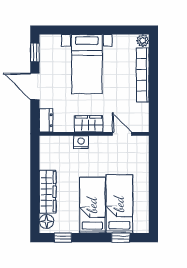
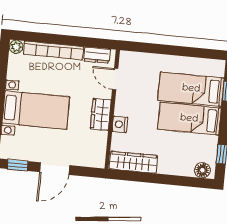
dresser: (46, 120) -> (97, 55), moved, turned 180
door: (122, 134) -> (115, 79), hinge flipped
wardrobe: (48, 192) -> (133, 162), moved

